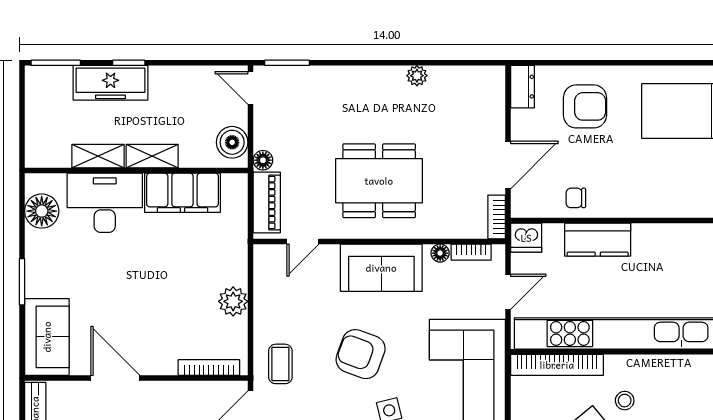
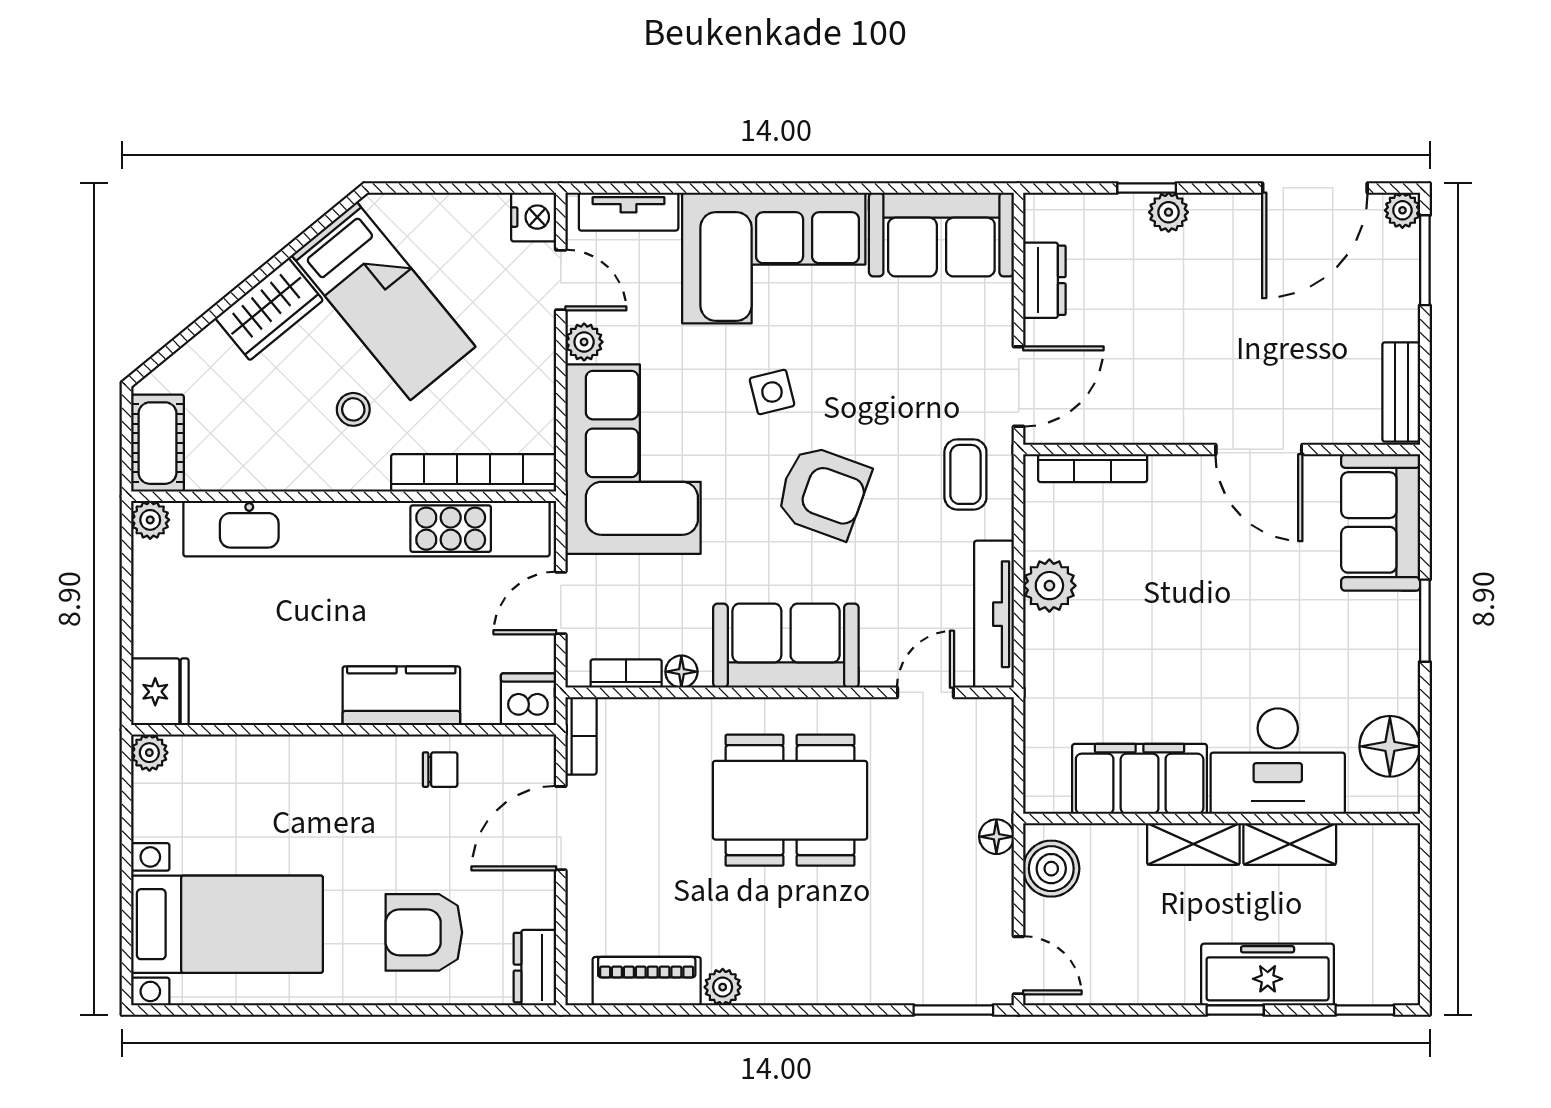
window: (56, 63) -> (1365, 1010), width x0.67
piano: (267, 202) -> (647, 981), moved, turned 90
tv unit: (264, 285) -> (994, 614), added

